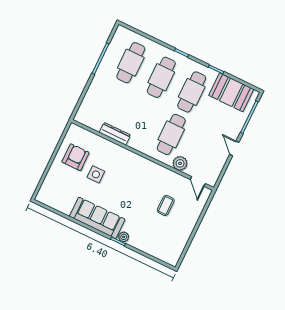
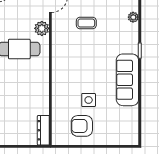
dresser: (115, 134) -> (43, 130), moved
plant: (124, 237) -> (133, 17), moved

